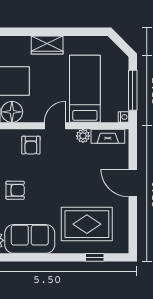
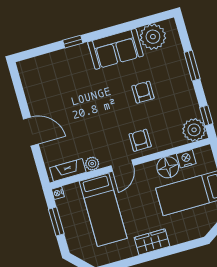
window: (133, 90) -> (56, 221), width x0.69
armchair: (15, 190) -> (143, 92), turned 90
rug: (87, 224) -> (64, 79), removed
window: (95, 257) -> (73, 42), moved

